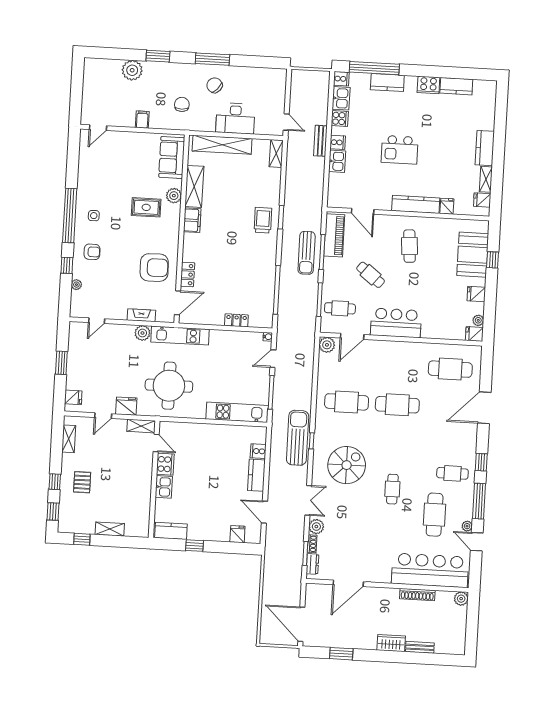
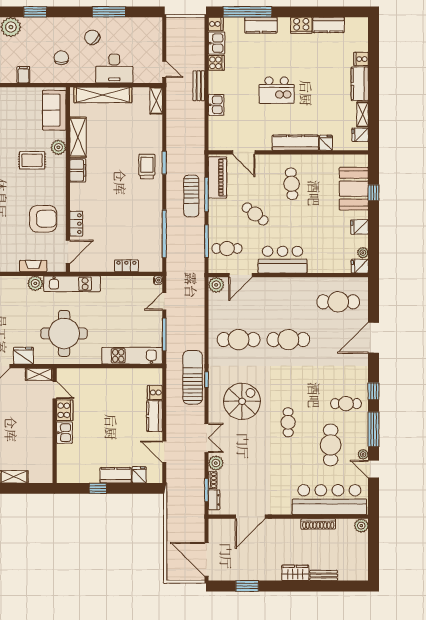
window: (212, 59) -> (109, 12), moved
cooker: (338, 142) -> (361, 59), moved, turned 180
kitchen counter: (171, 531) -> (116, 475), moved

